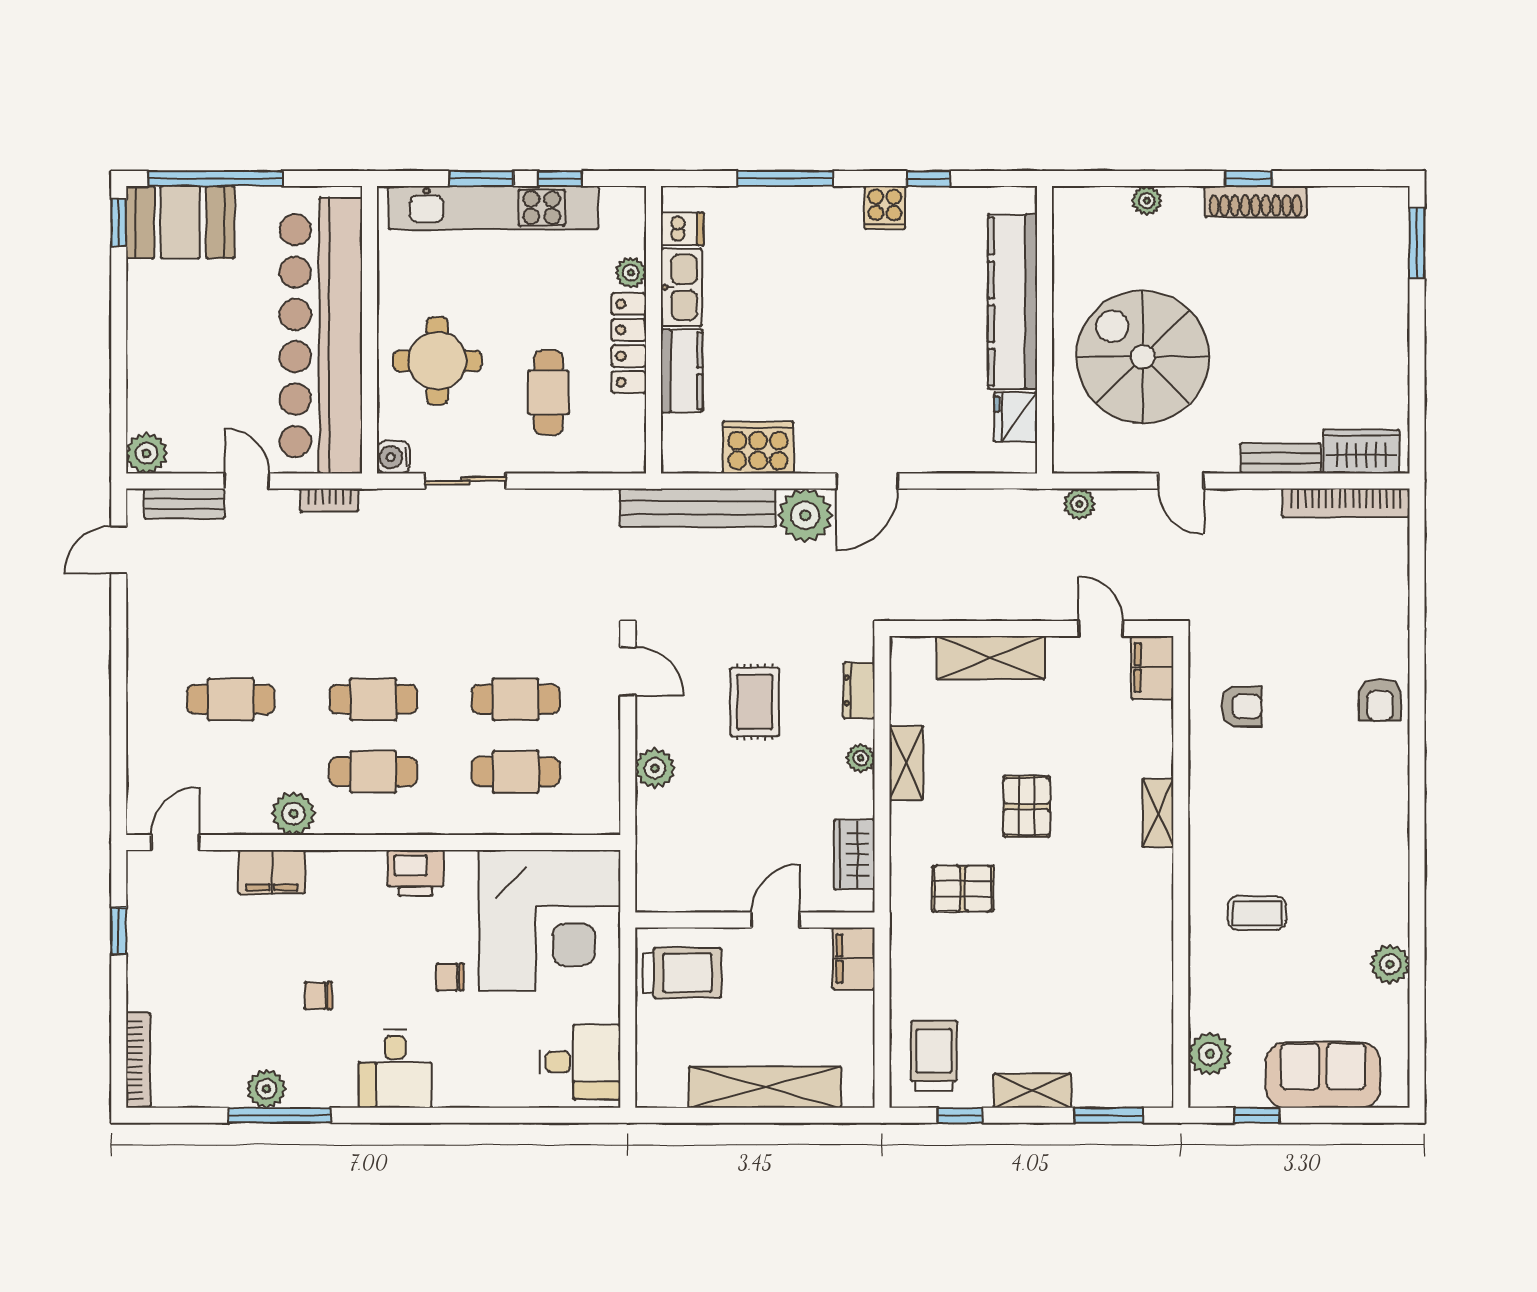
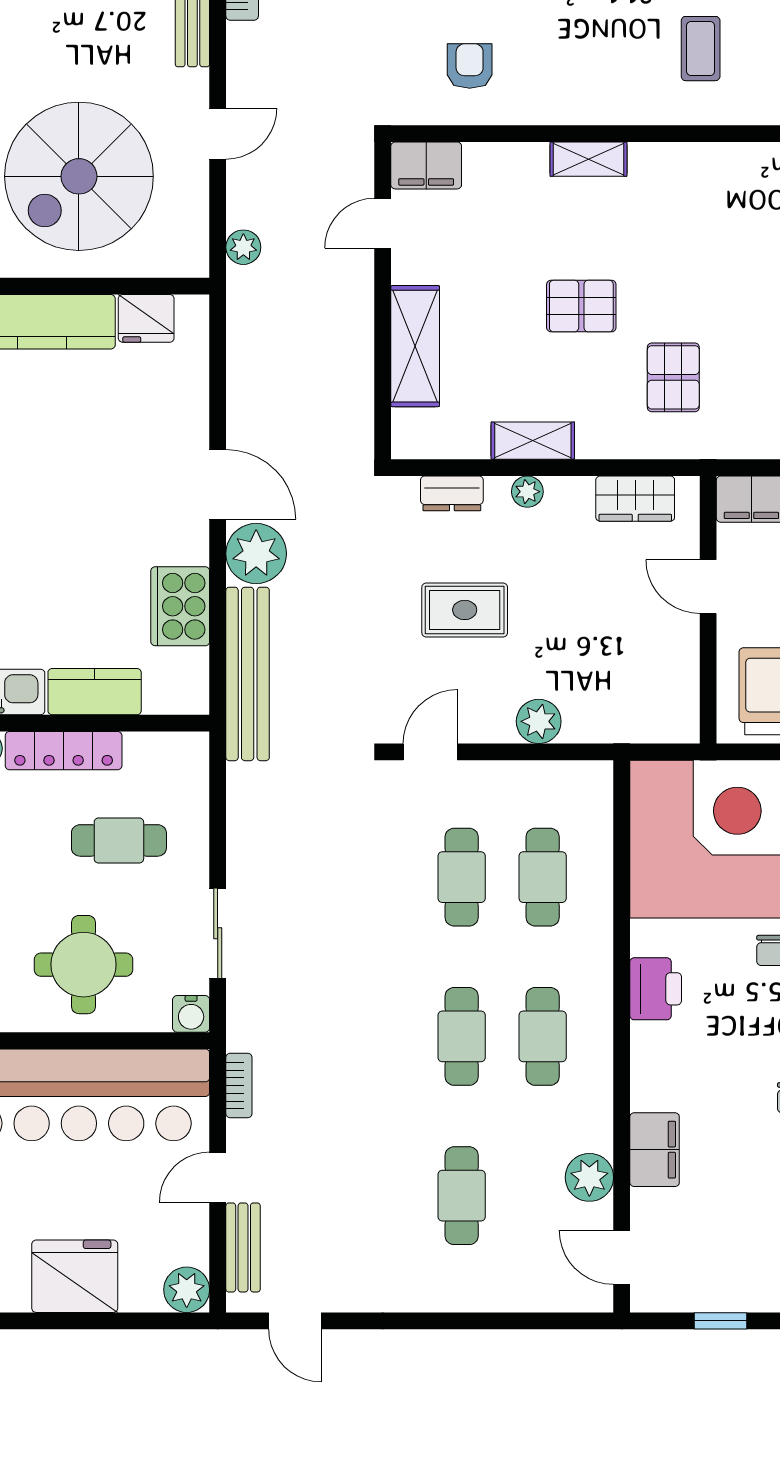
fridge: (159, 353) -> (75, 1276), added
plant: (293, 814) -> (589, 1177), moved

